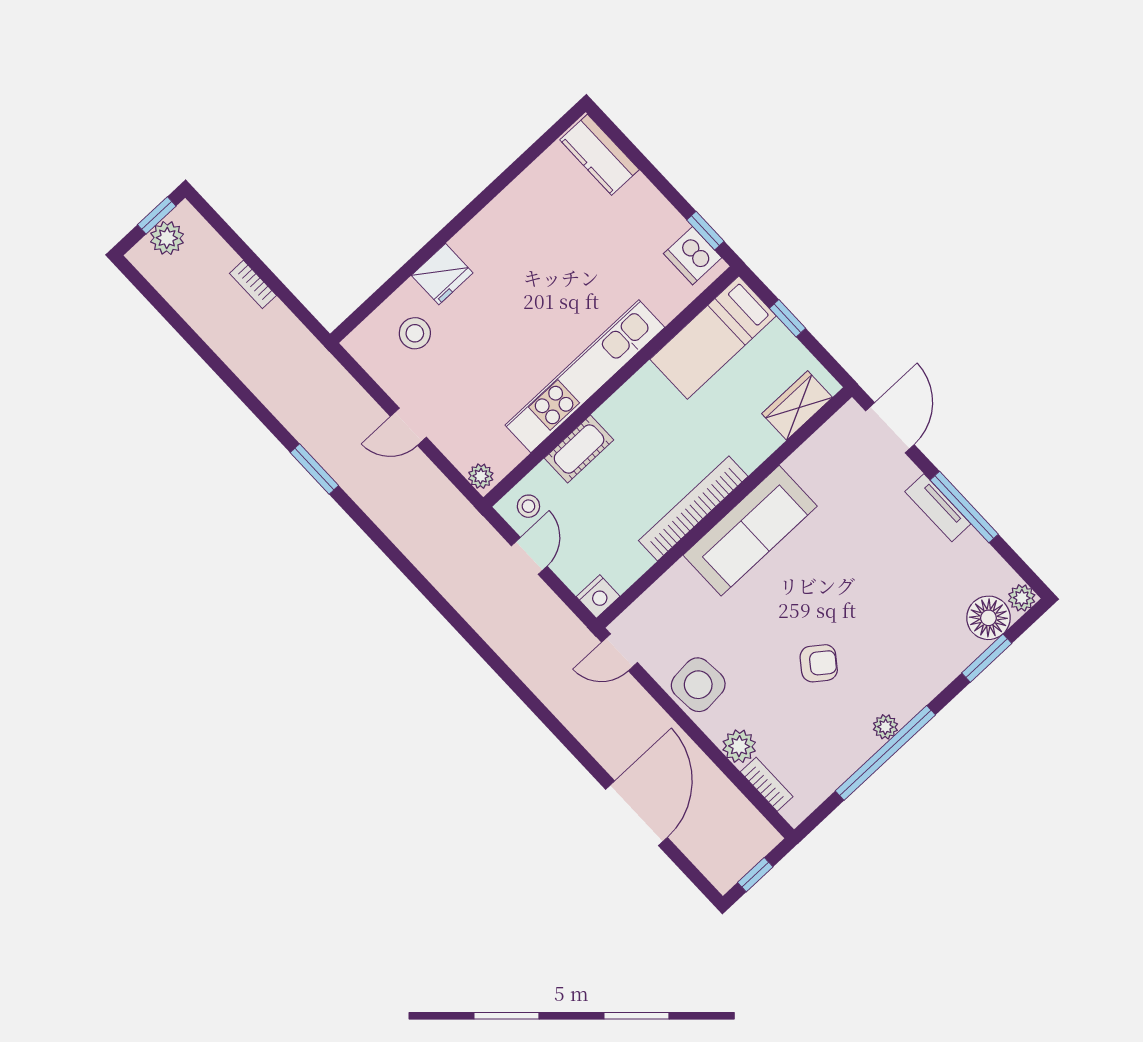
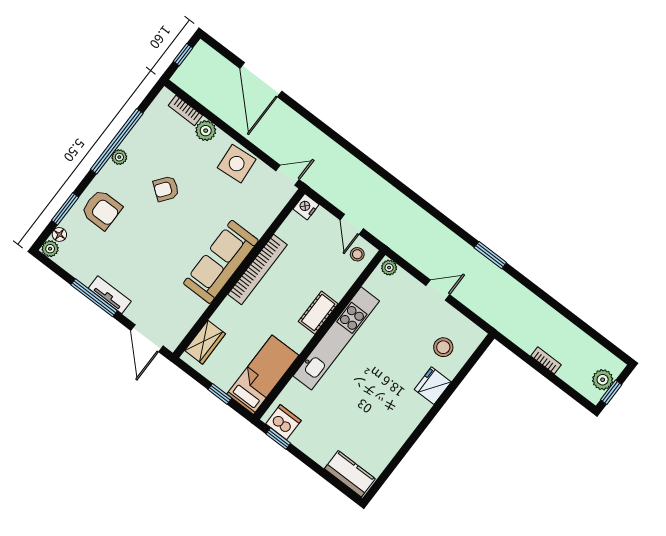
cot: (579, 449) -> (318, 313), moved
floor lamp: (988, 618) -> (59, 234), width x0.53, depth x0.53
armchair: (928, 647) -> (102, 210), added

